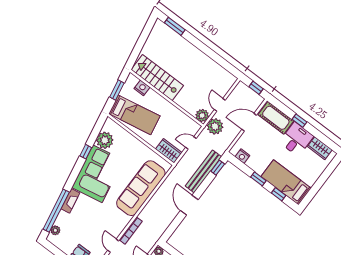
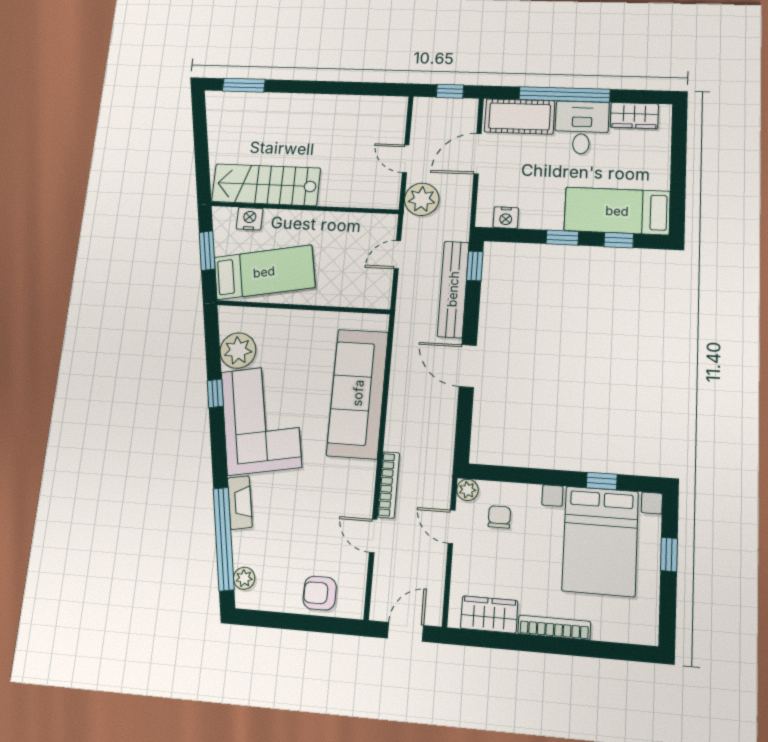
plant: (202, 116) -> (386, 196), removed
window: (299, 121) -> (564, 94), width x3.17
wardrobe: (169, 151) -> (366, 294), removed

